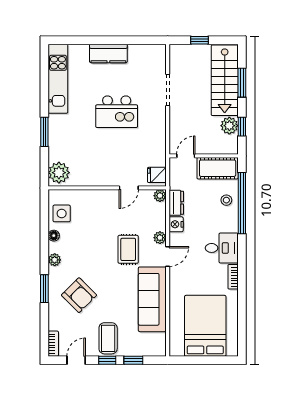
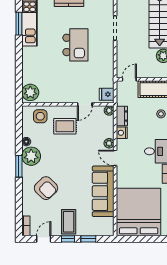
kitchen island: (117, 112) -> (75, 45), turned -90
window: (44, 132) -> (19, 24), moved
side table: (62, 213) -> (40, 116), moved
rug: (128, 249) -> (65, 126), moved, turned 90
door: (168, 256) -> (115, 158), swing flipped
plant: (55, 260) -> (31, 156), width x1.88, depth x1.88
window: (44, 289) -> (19, 166), moved
bed: (205, 326) -> (139, 212), width x1.36

